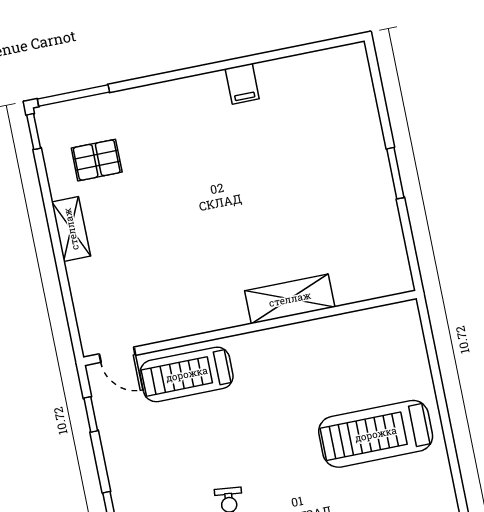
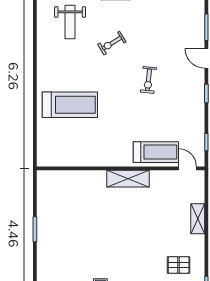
shelving: (71, 229) -> (198, 219), moved
shelving: (290, 299) -> (128, 179), moved

